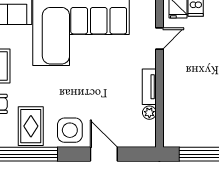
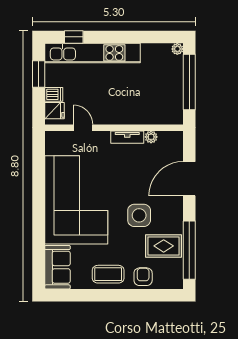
side table: (70, 130) -> (139, 215), moved
door: (104, 154) -> (189, 179), width x1.36

